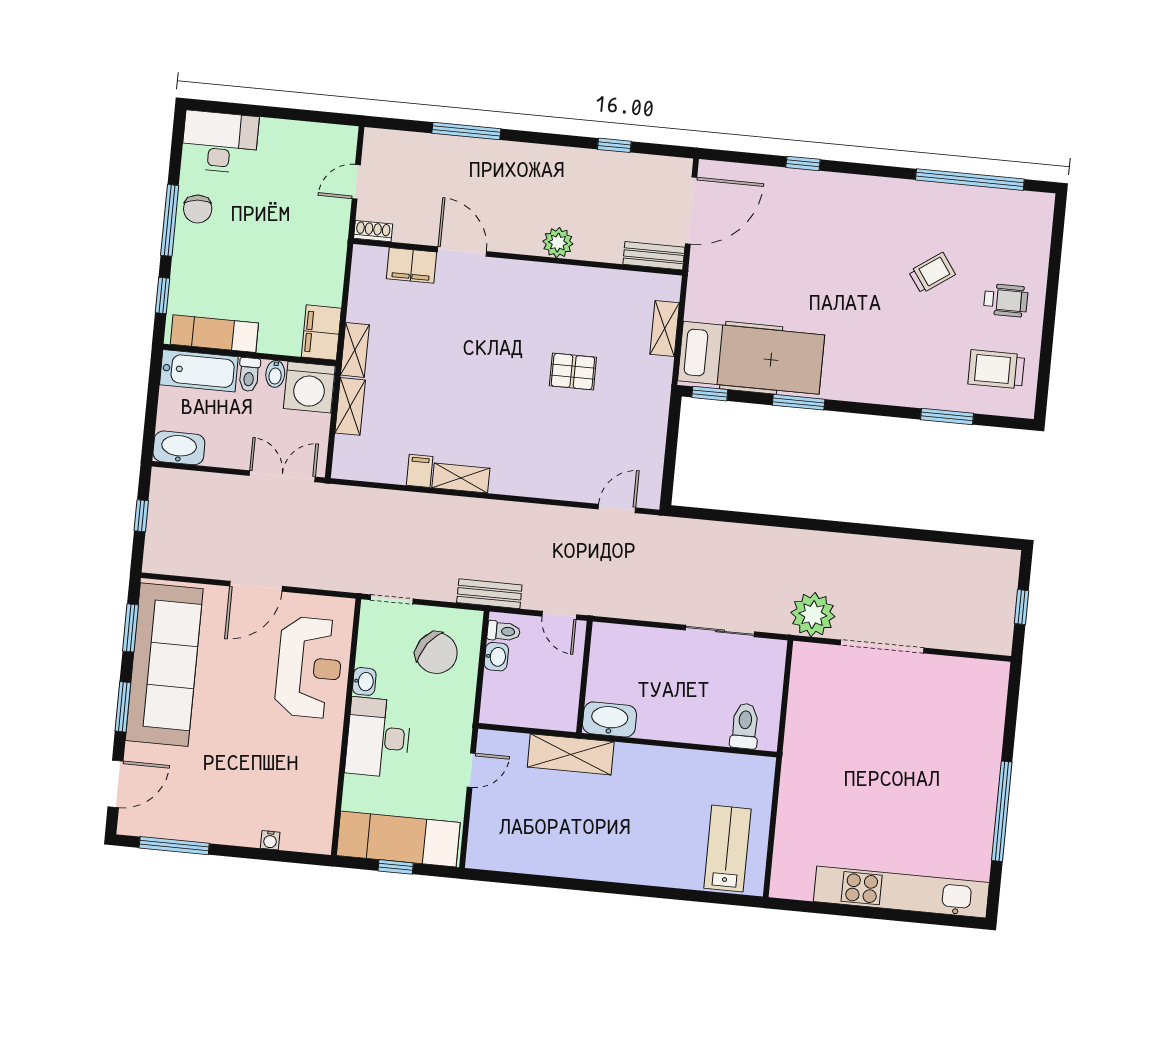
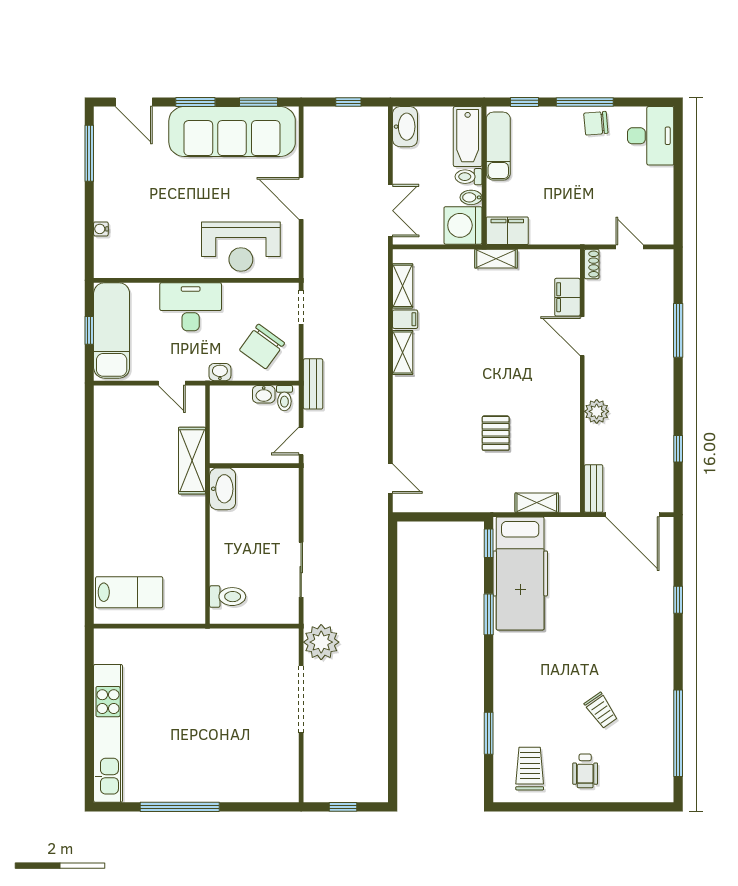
door: (462, 252) -> (582, 336), swing flipped
shelving: (350, 406) -> (403, 286), moved, turned 90
washbasin: (364, 681) -> (220, 372), moved, turned 180

